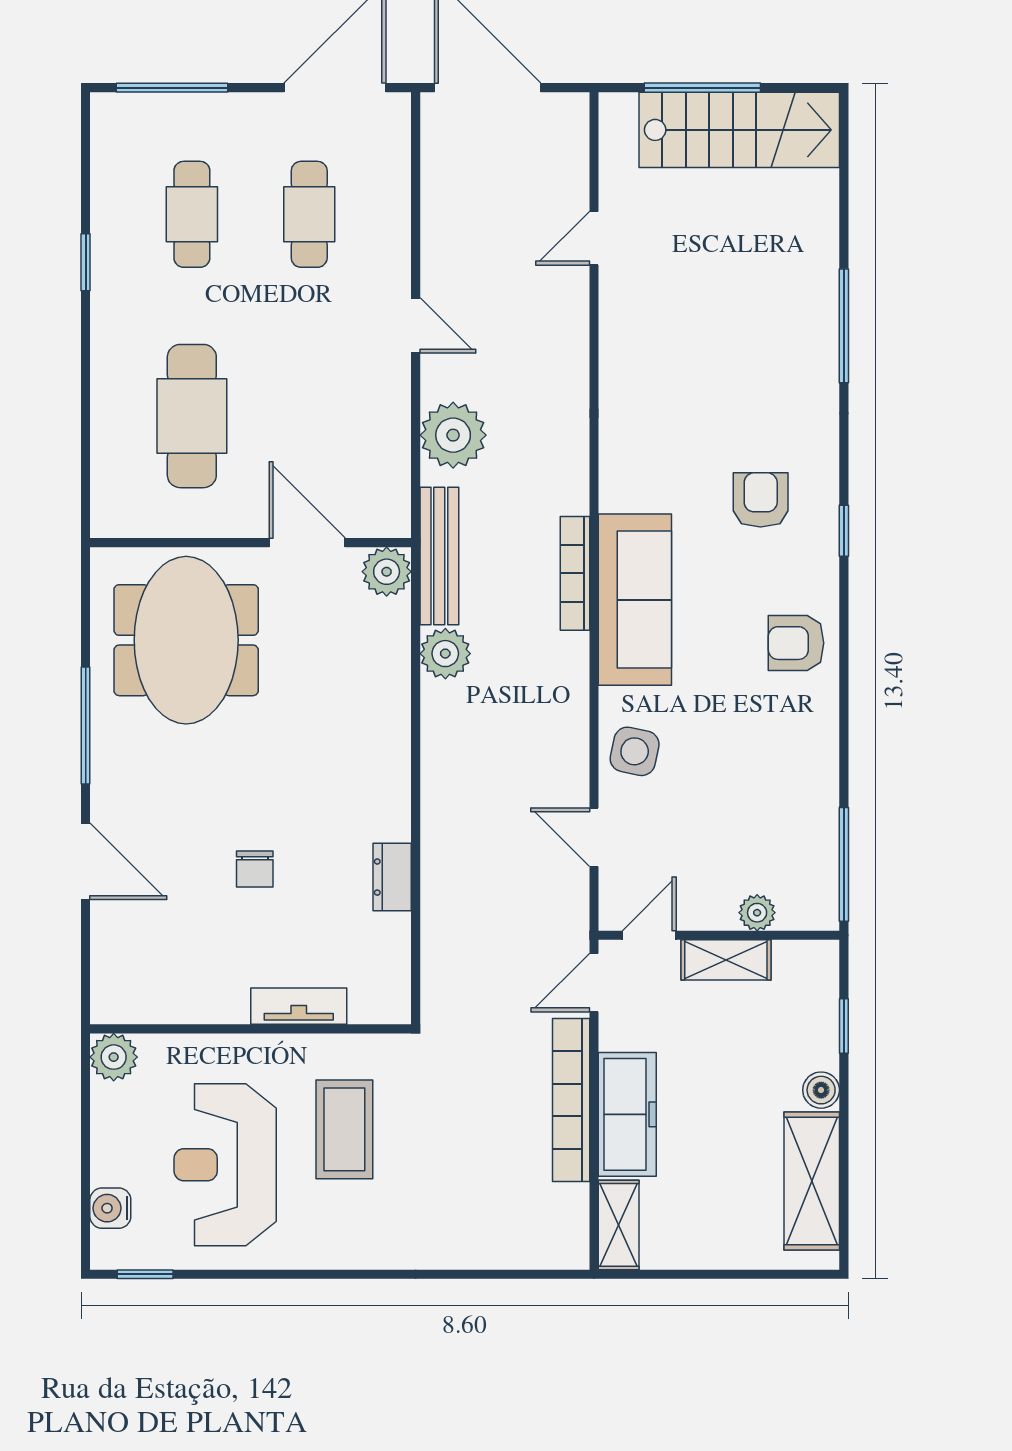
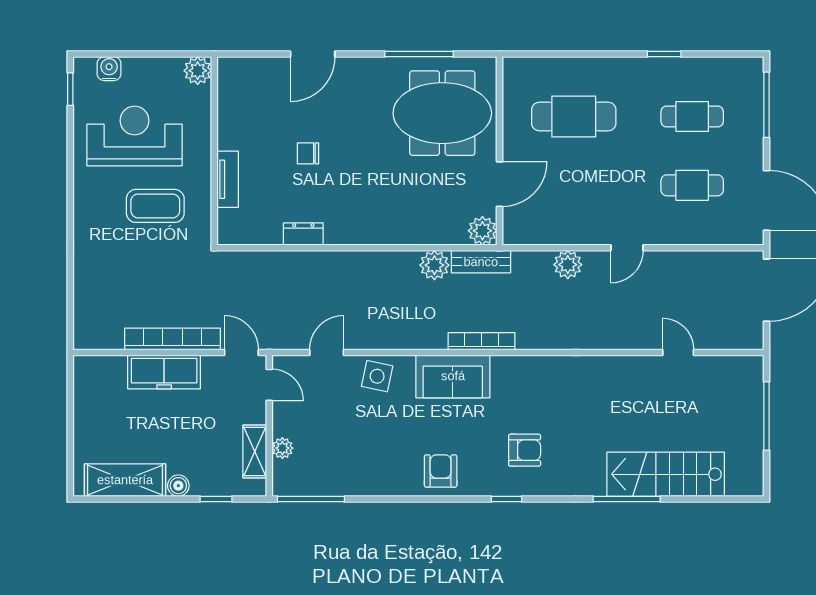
stairs: (739, 130) -> (666, 474), moved, turned 90
plant: (453, 435) -> (568, 265), width x0.73, depth x0.73
bench: (439, 556) -> (481, 262), width x0.73
sofa: (635, 600) -> (453, 376), width x0.73
window: (86, 726) -> (419, 54), moved
shelving: (726, 960) -> (255, 452), moved
shelving: (619, 1225) -> (99, 367), removed

